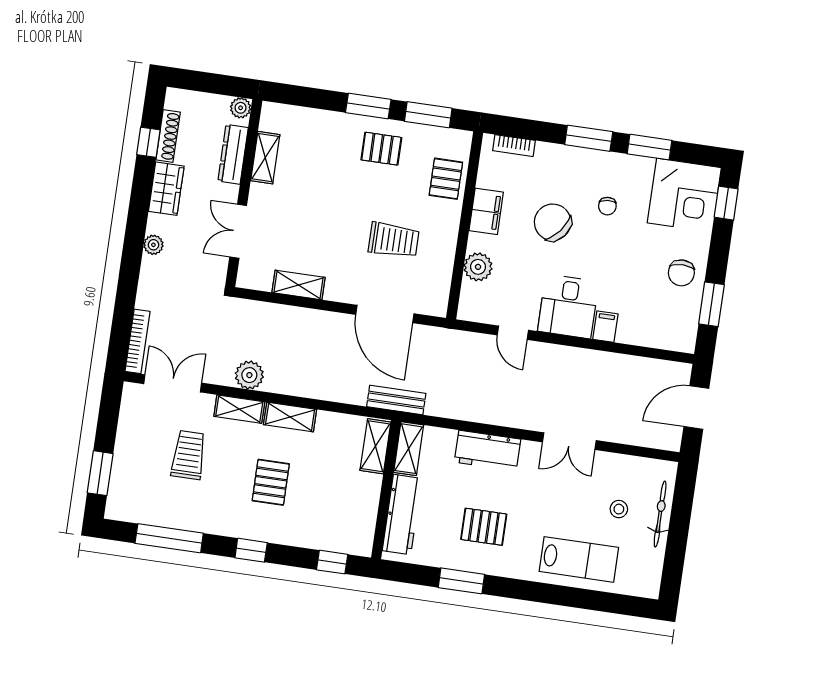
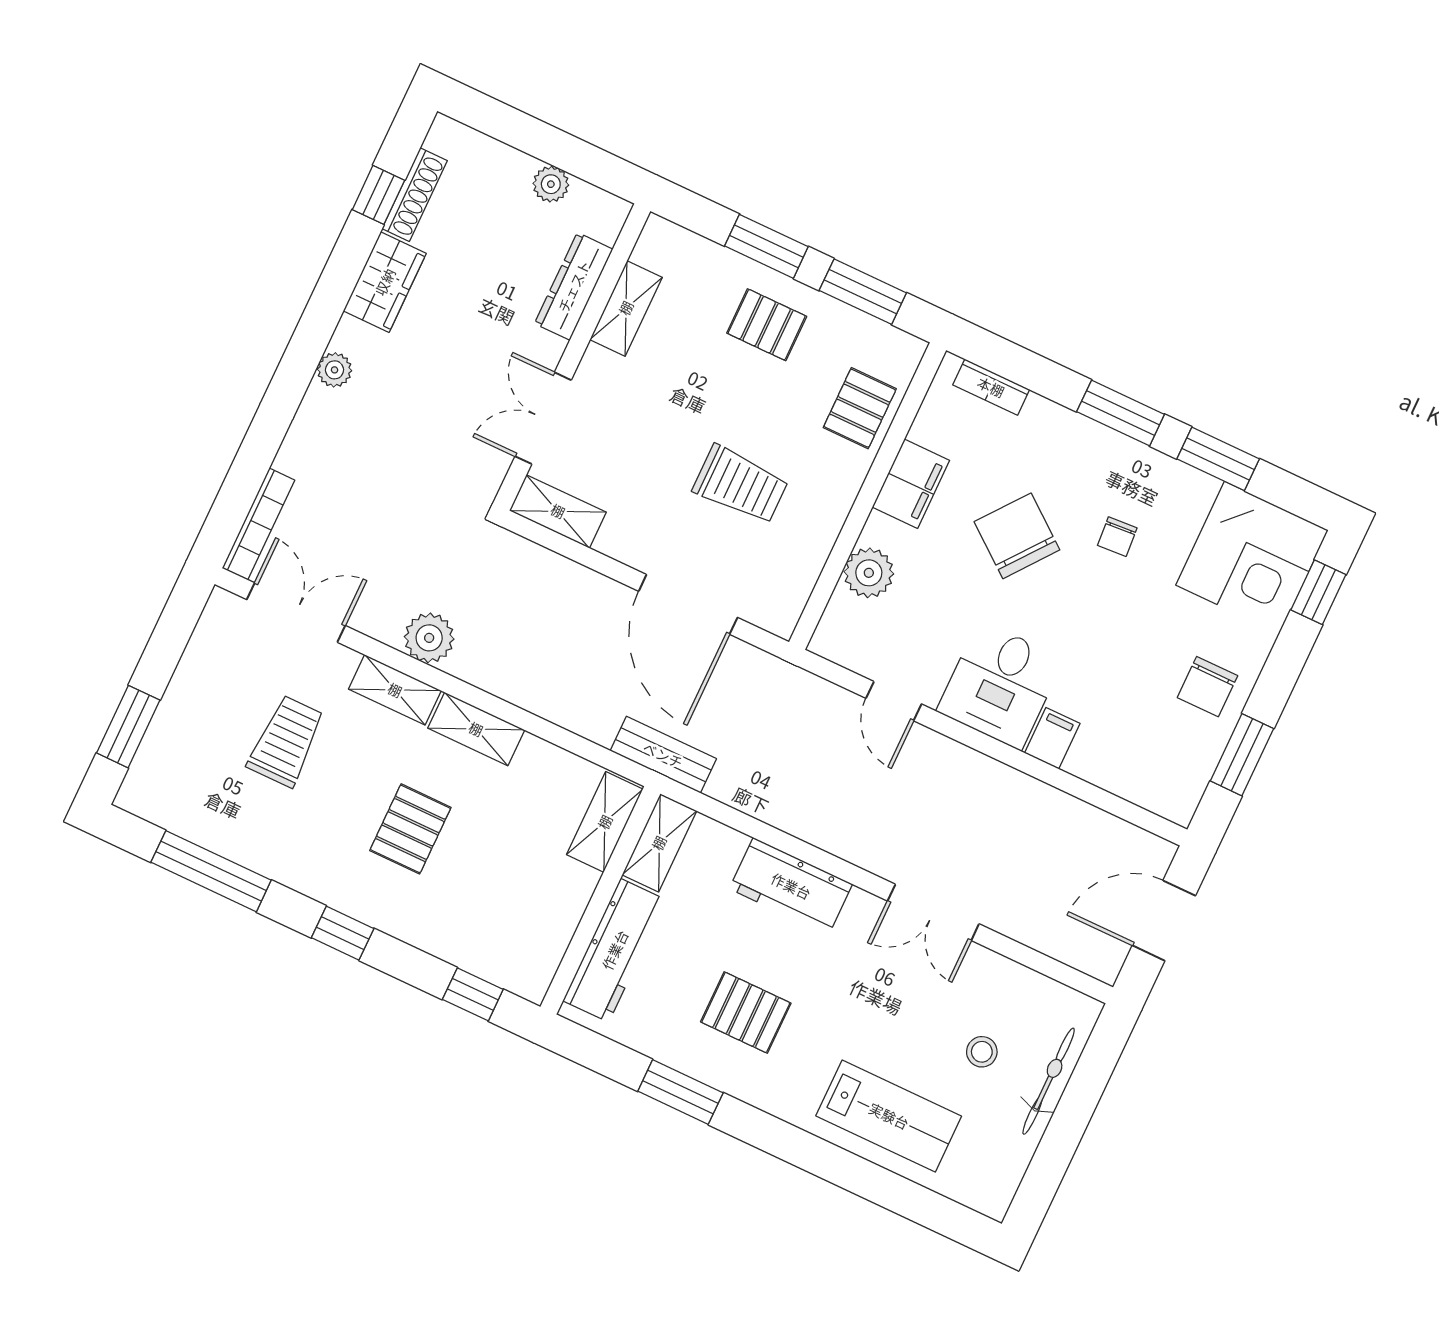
dresser: (233, 154) -> (574, 286), moved
shelving: (265, 158) -> (626, 308), moved
wall: (244, 193) -> (572, 357), moved
double door: (238, 231) -> (543, 418), moved

